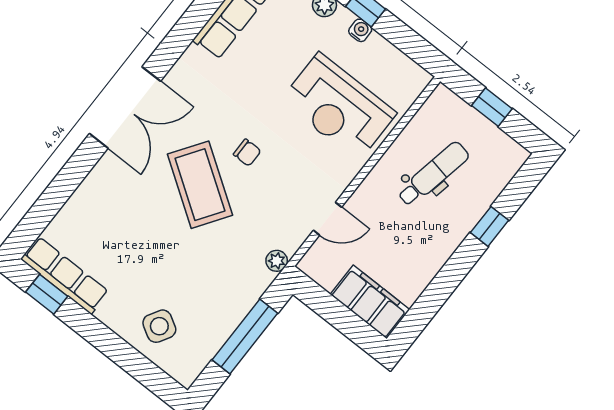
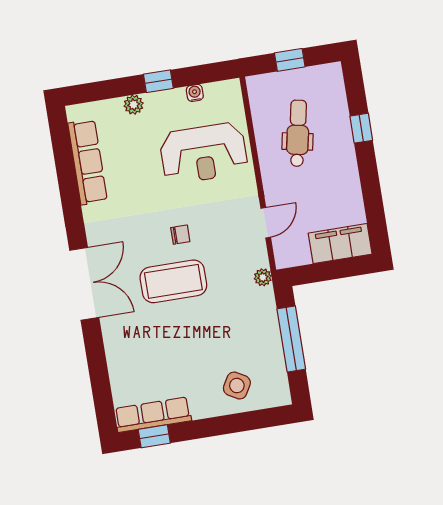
water cooler: (360, 30) -> (195, 93), moved
coffee table: (200, 185) -> (173, 281), turned -34

